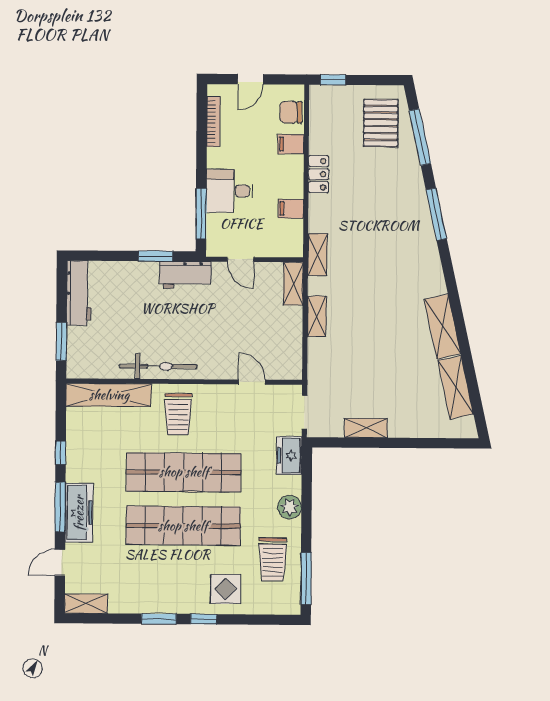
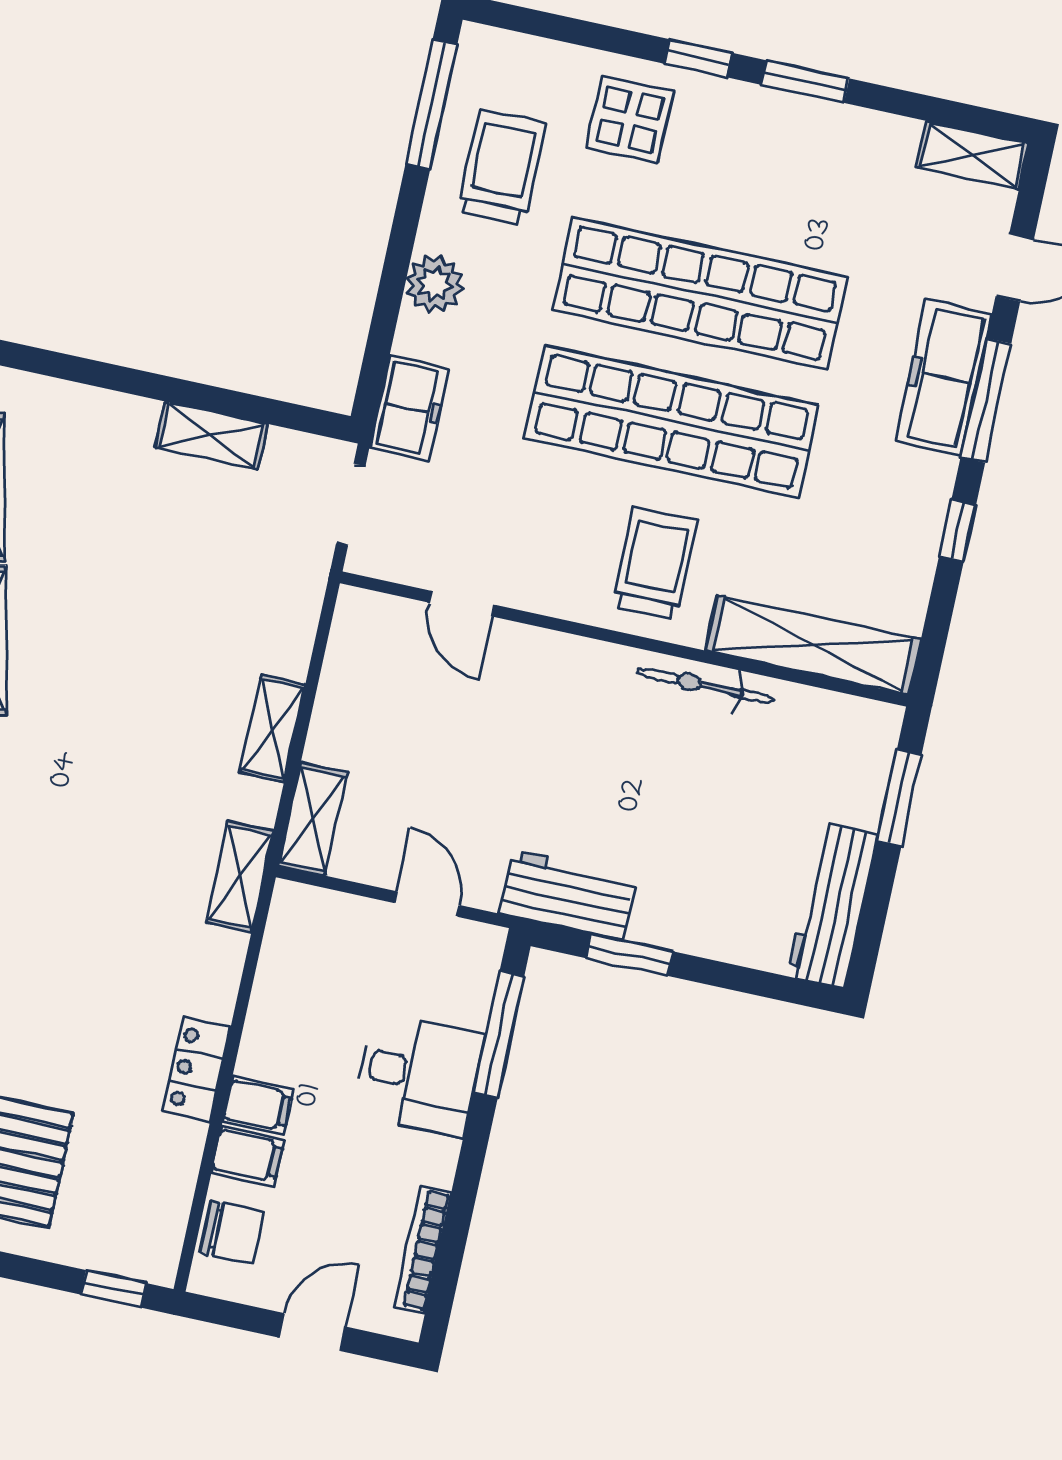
filing cabinet: (291, 209) -> (258, 1105), moved
bicycle: (158, 366) -> (706, 686), width x0.73, depth x0.71

